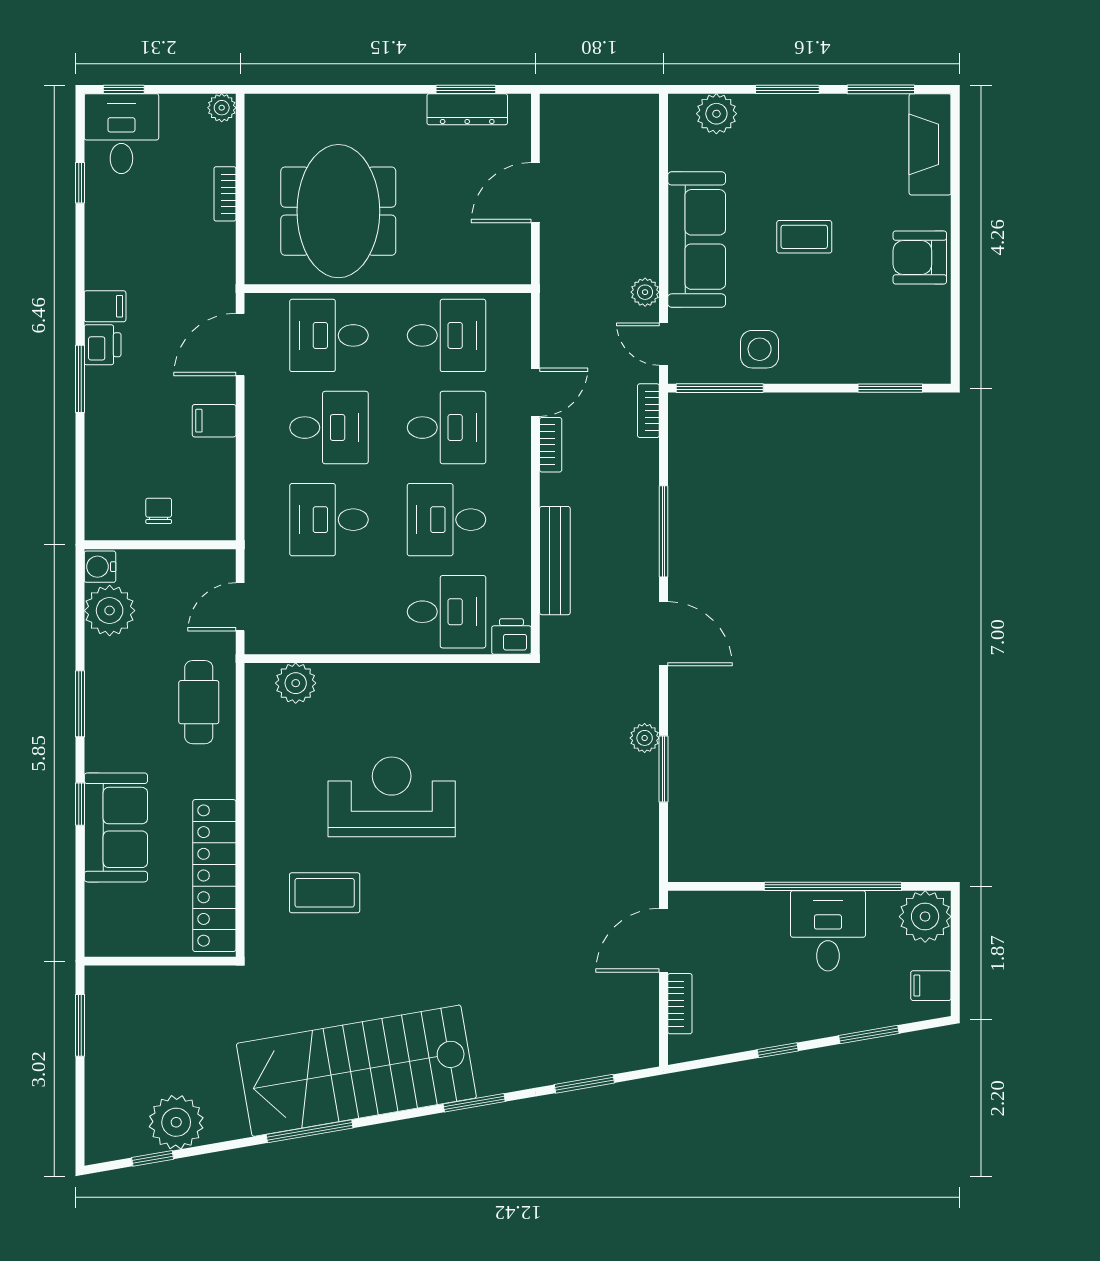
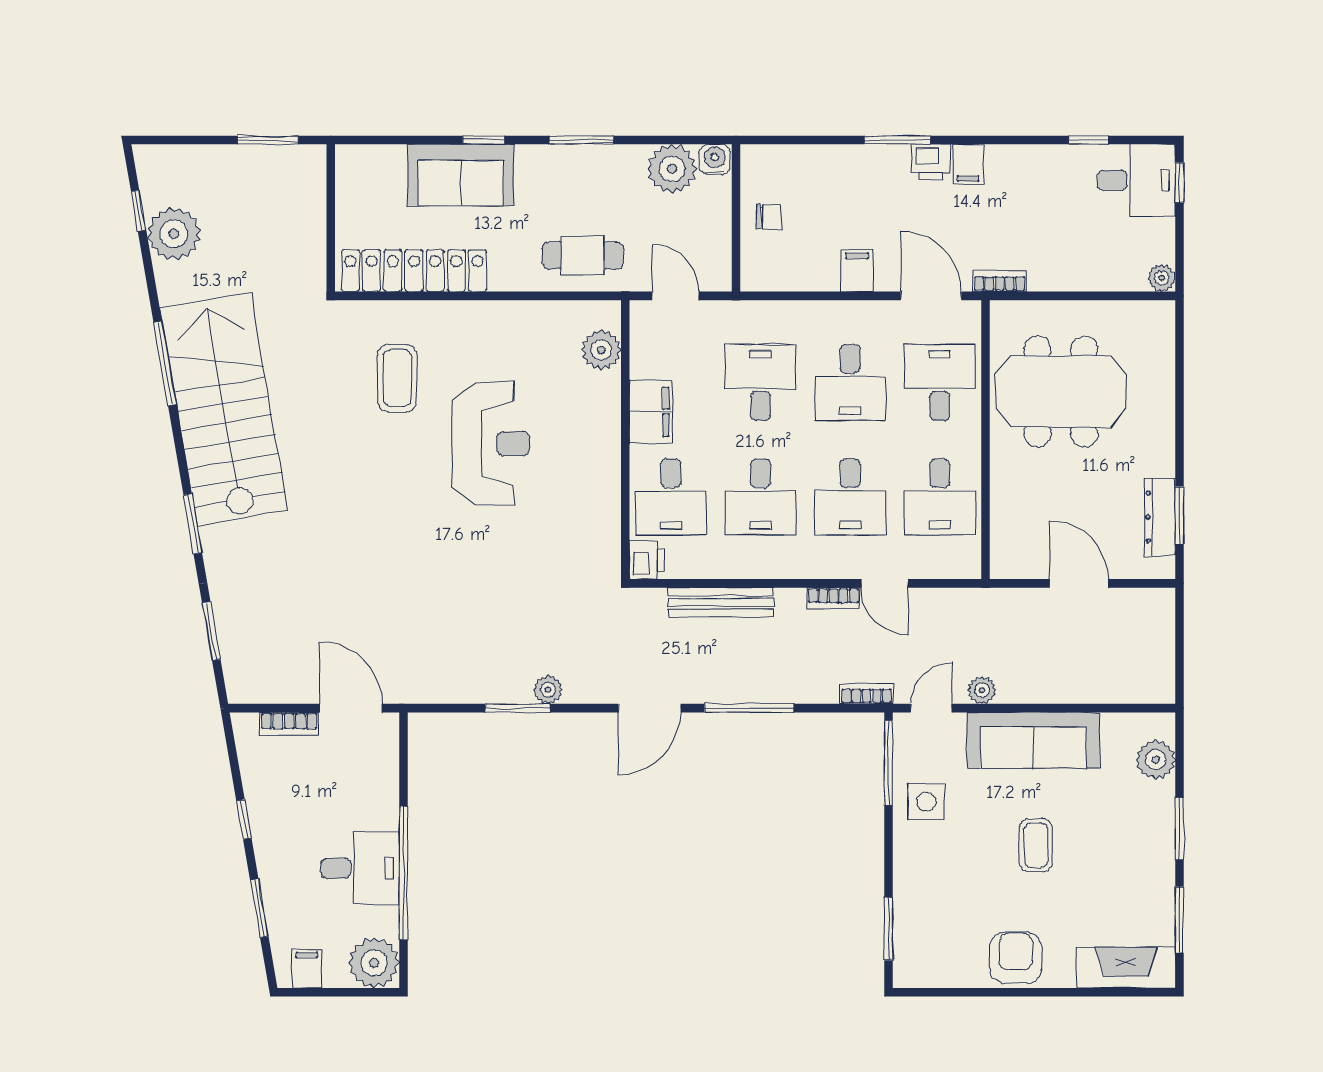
bookcase: (225, 194) -> (1000, 281), moved
desk: (447, 520) -> (760, 497), turned 180
filing cabinet: (359, 632) -> (651, 412), added

